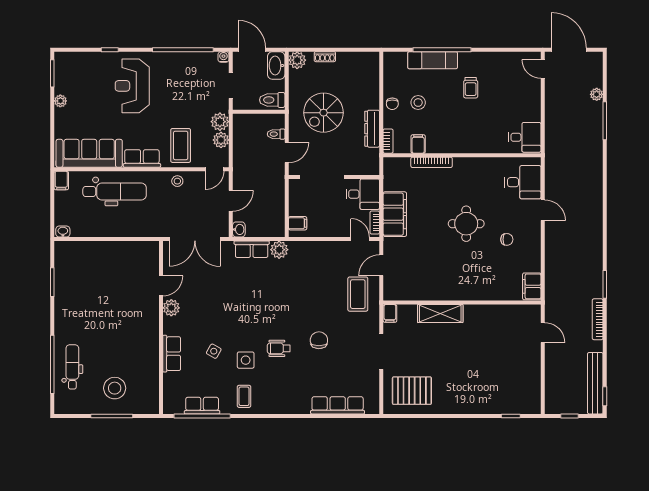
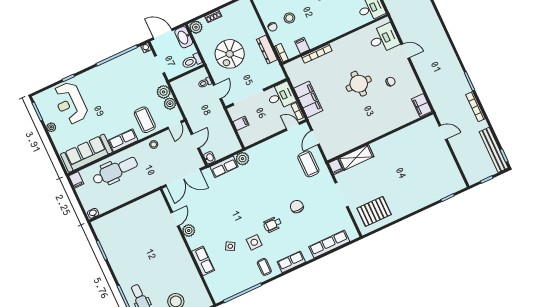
reception desk: (132, 86) -> (70, 103), moved
filing cabinet: (298, 223) -> (241, 123), moved
shelving: (440, 314) -> (356, 157), moved
row of seats: (202, 406) -> (291, 262), moved

